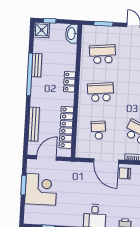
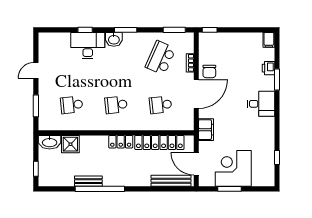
shower: (42, 30) -> (70, 144), moved
school desk: (103, 54) -> (72, 105), width x0.54
locker: (69, 82) -> (121, 142), moved
school desk: (101, 92) -> (116, 105), width x0.54
bench: (34, 124) -> (171, 181), moved
filing cabinet: (75, 168) -> (206, 130), added

